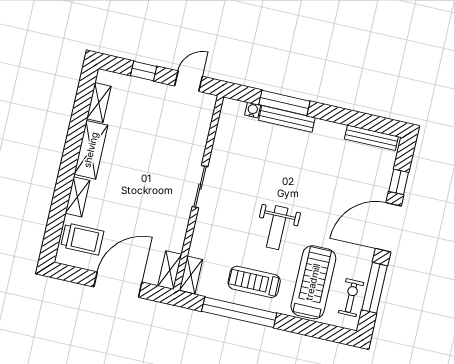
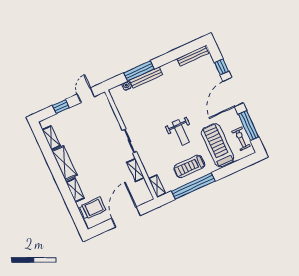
shelving: (170, 270) -> (135, 170), moved

